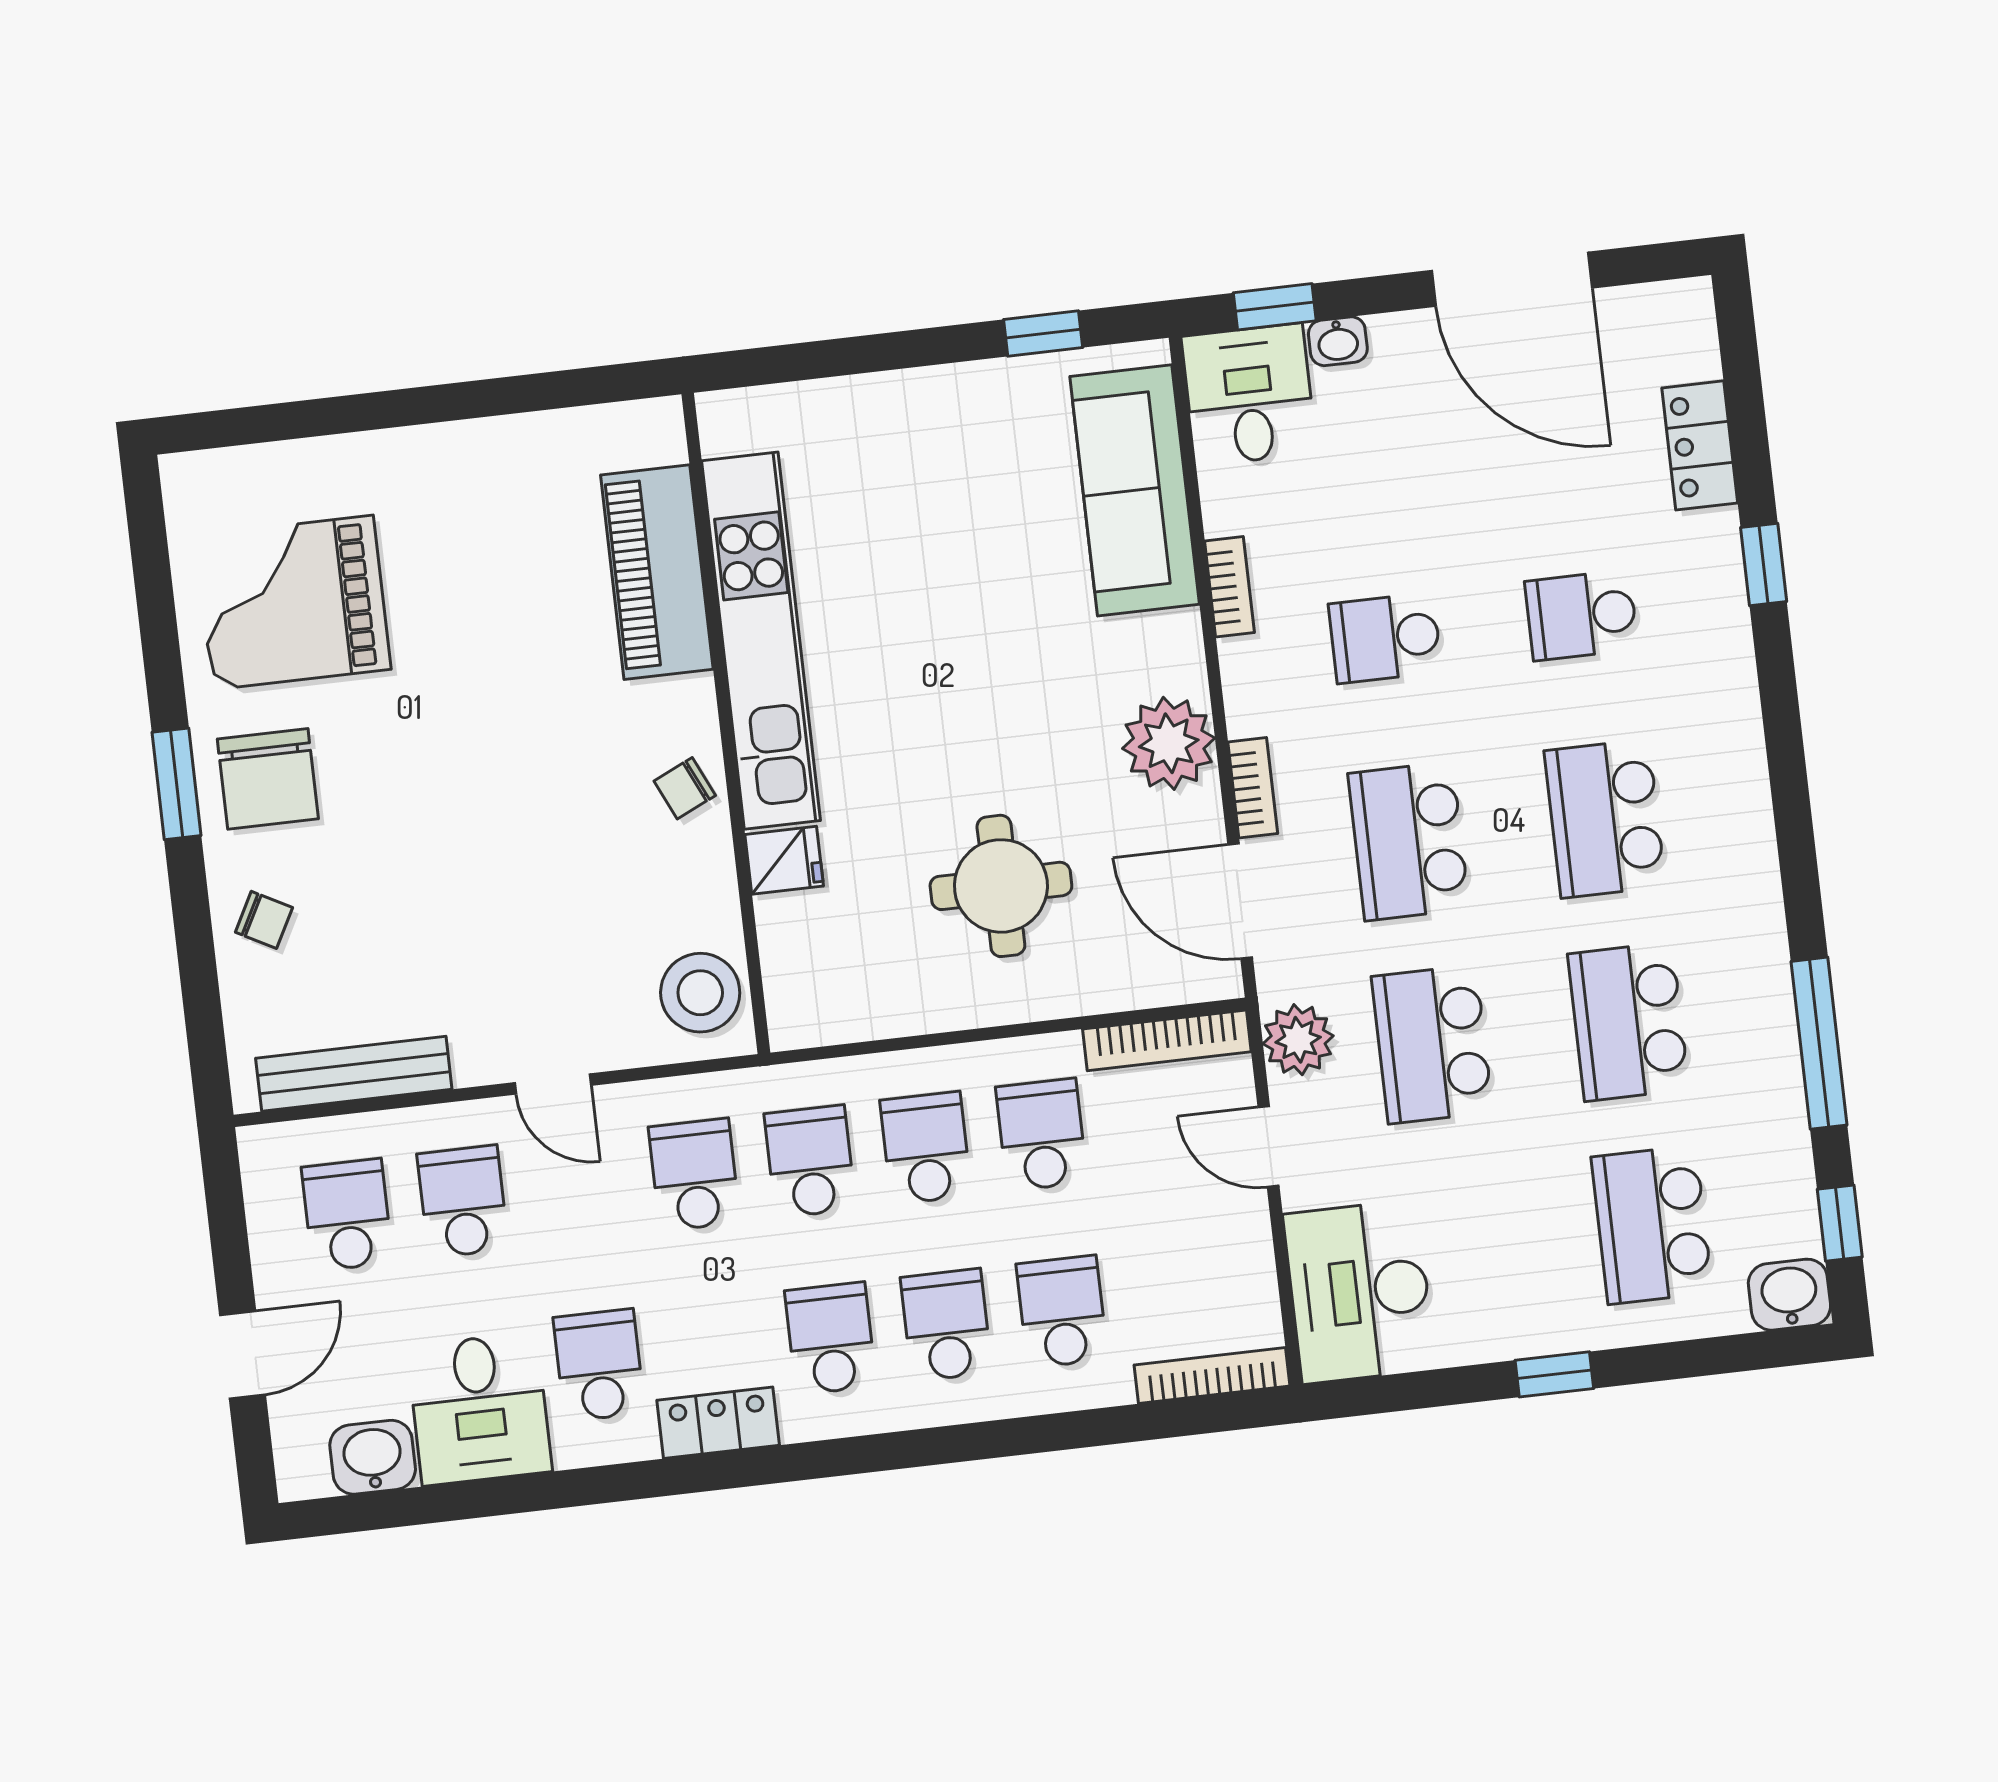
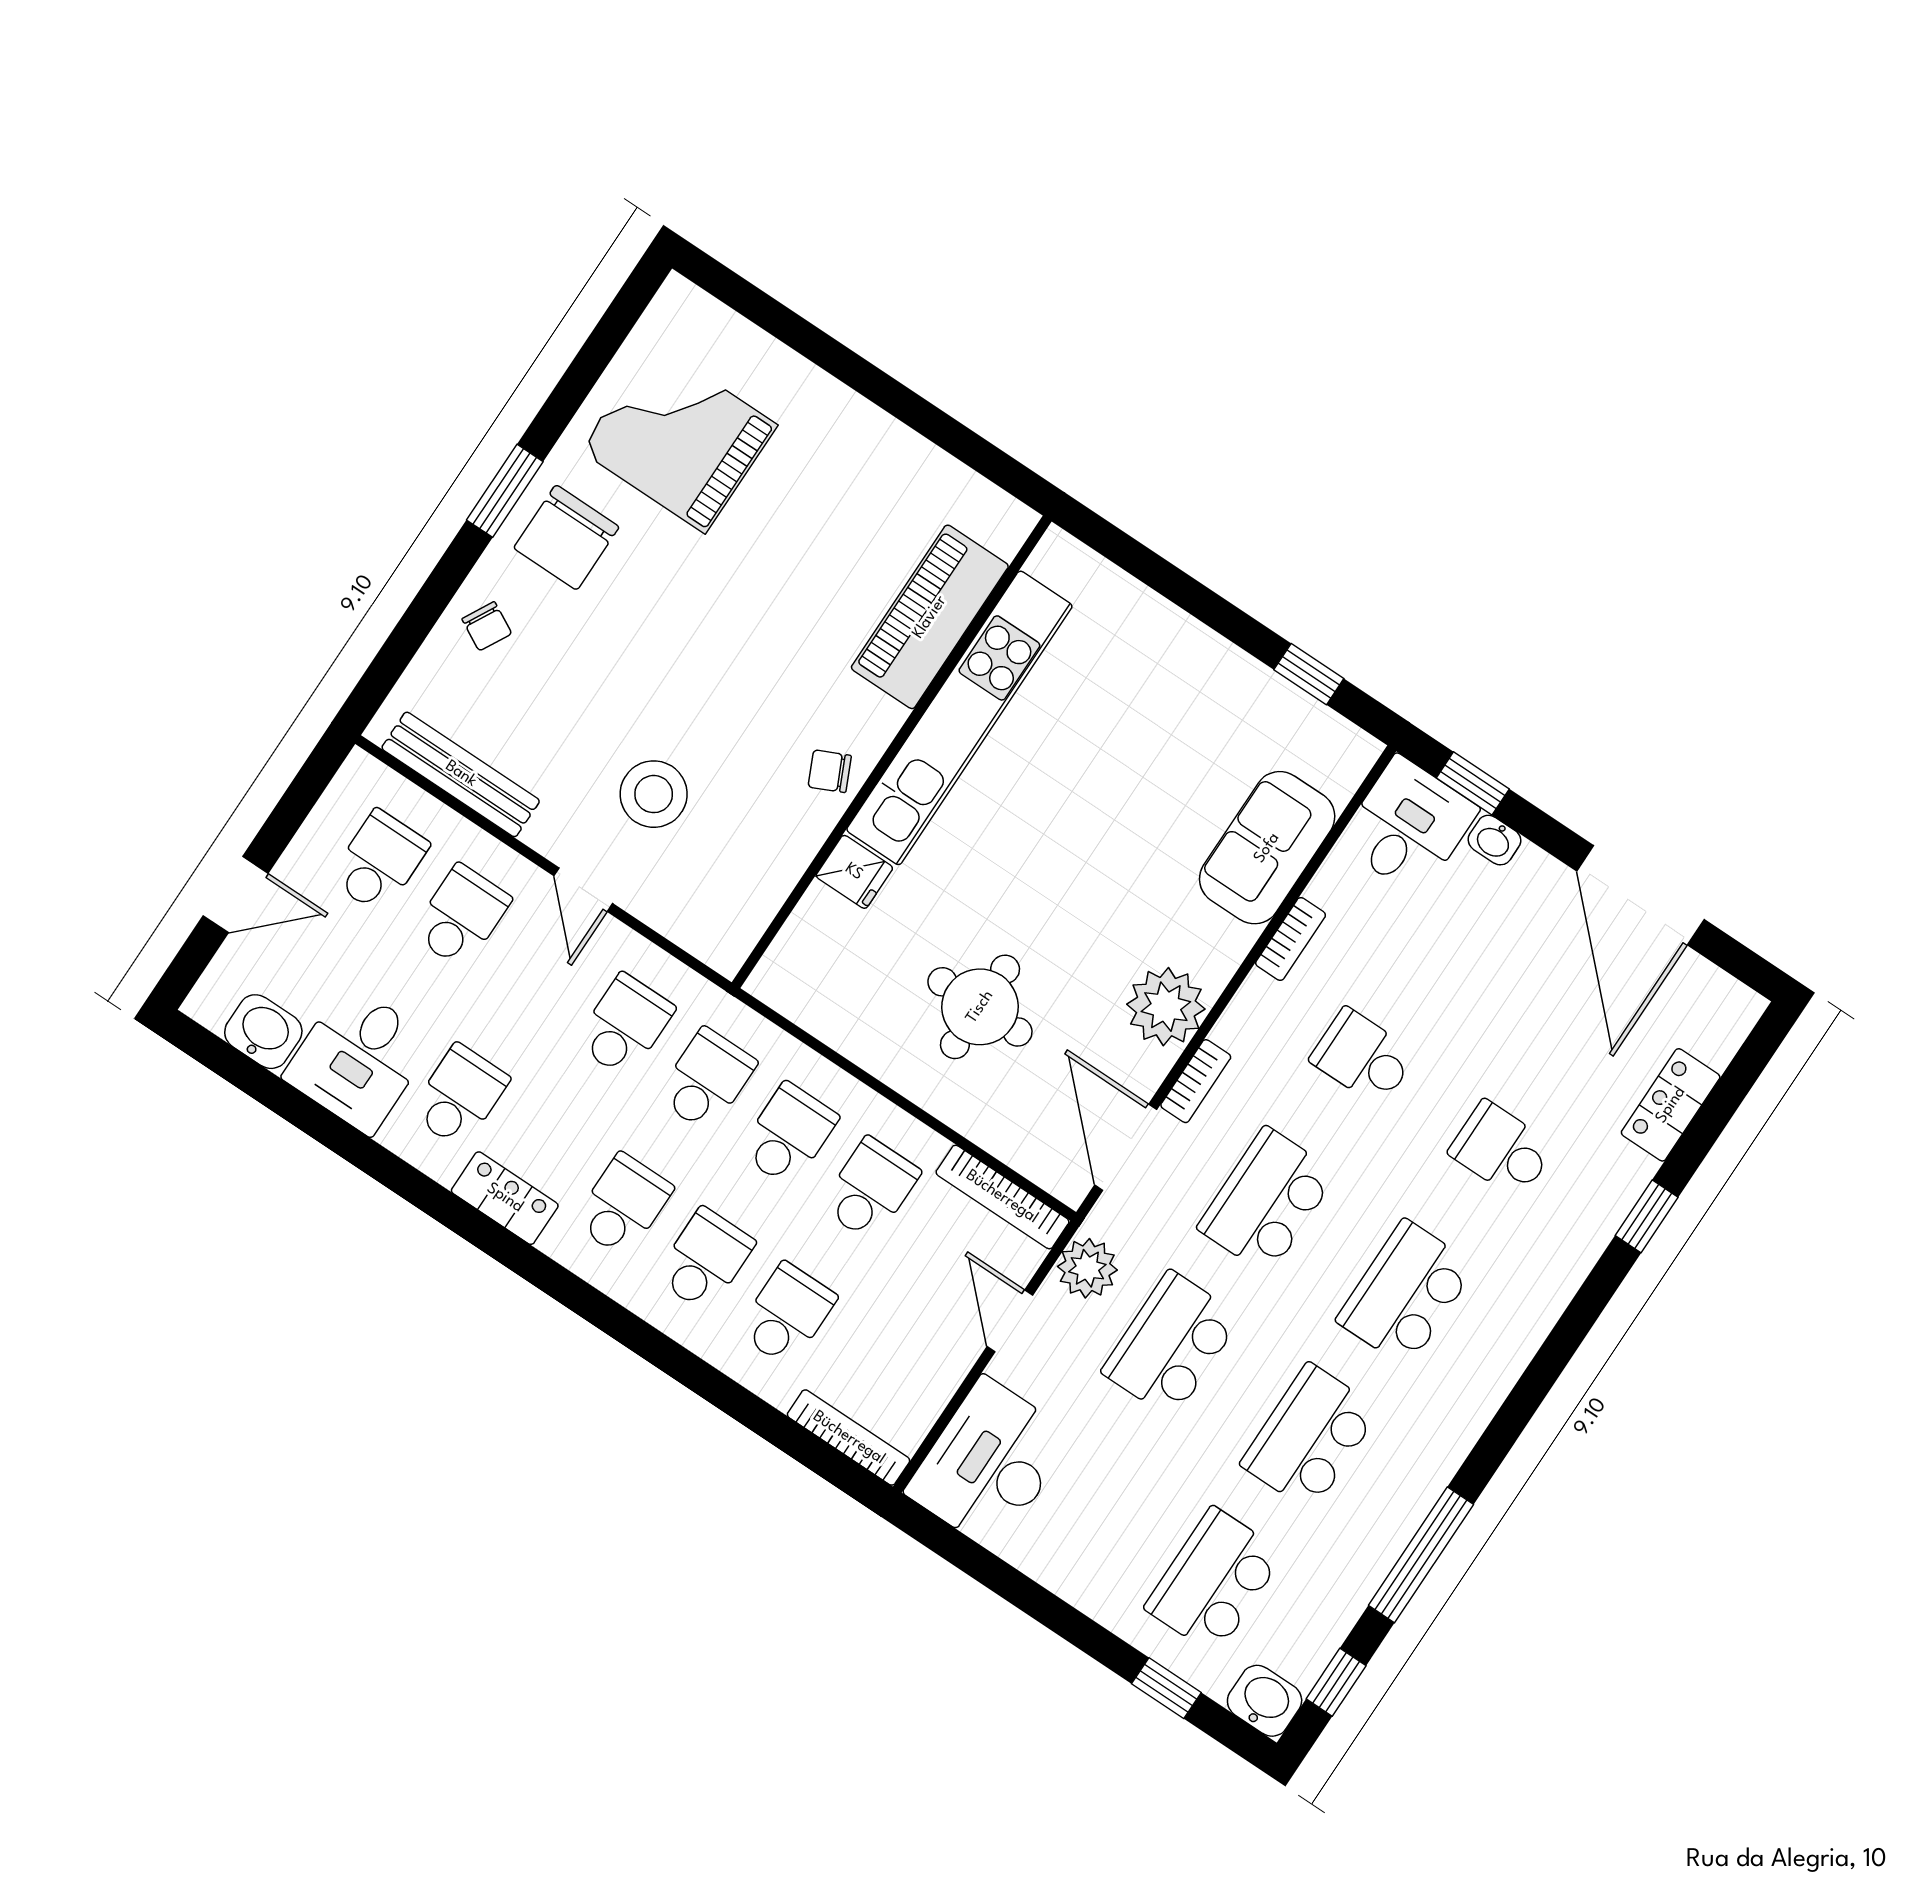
sofa: (1135, 490) -> (1267, 848), width x0.73
stool: (700, 993) -> (654, 794), moved
window: (1554, 1374) -> (1166, 1688), moved

